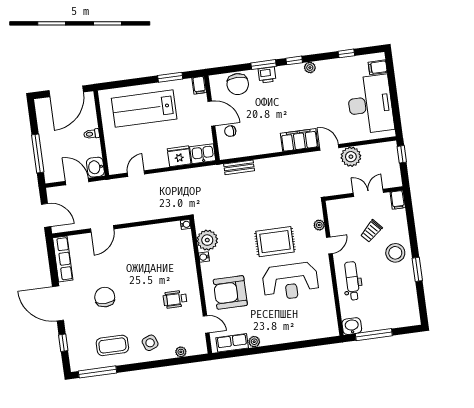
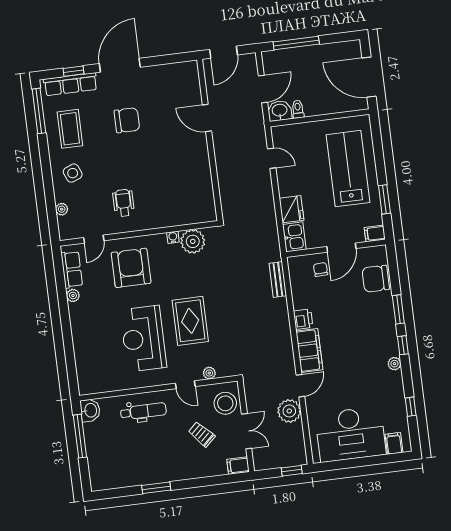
printer: (267, 75) -> (303, 319), moved, turned 180
toilet: (92, 134) -> (298, 109), moved
water cooler: (186, 224) -> (211, 216), removed
stool: (395, 253) -> (225, 403), moved
row of seats: (63, 259) -> (70, 84), moved

